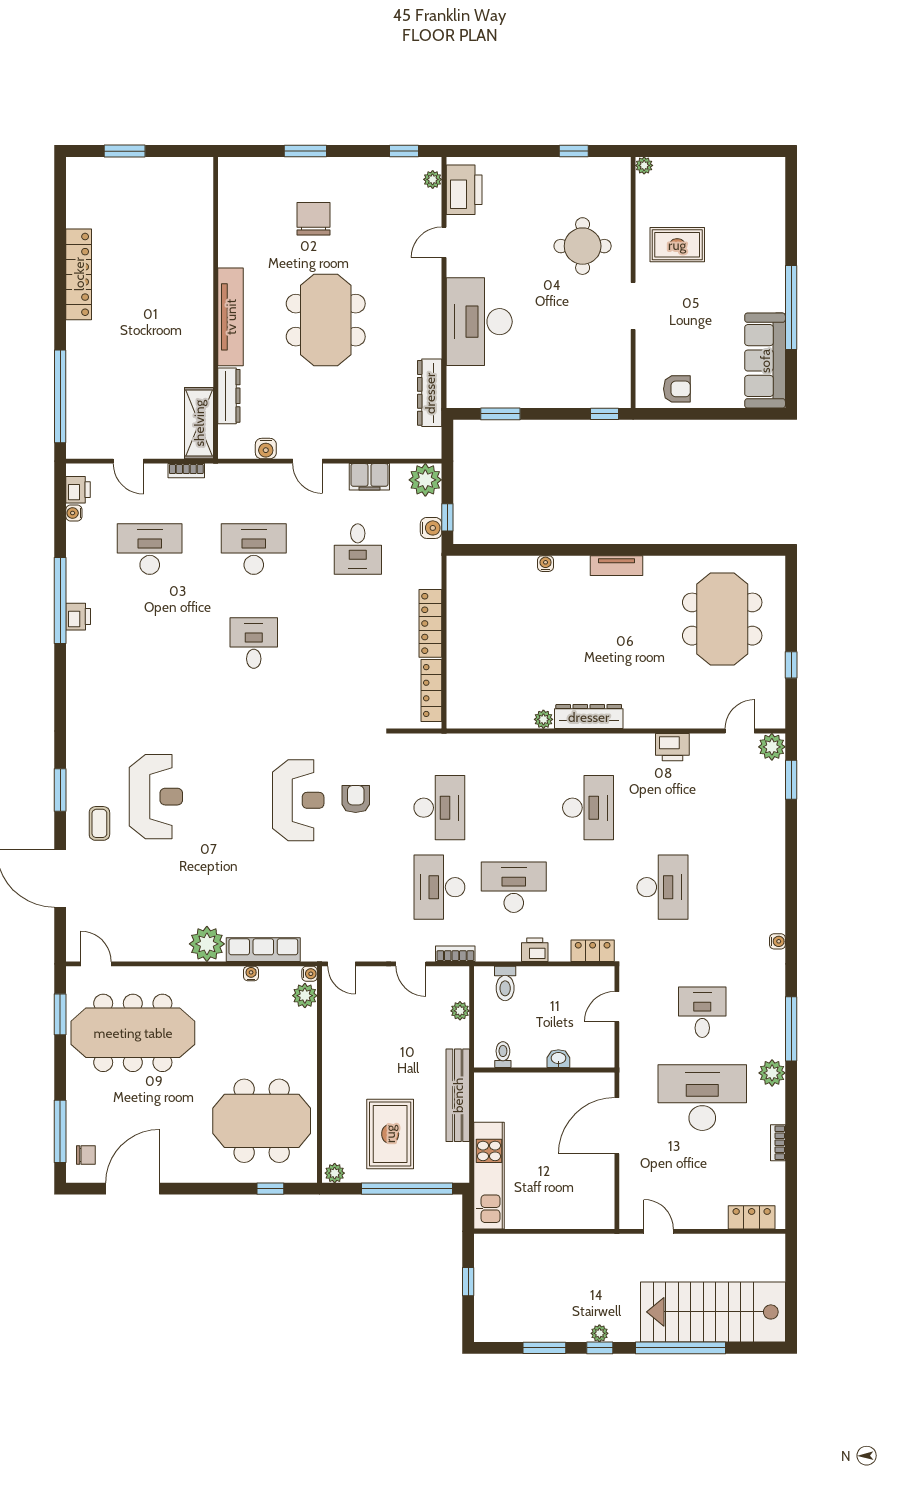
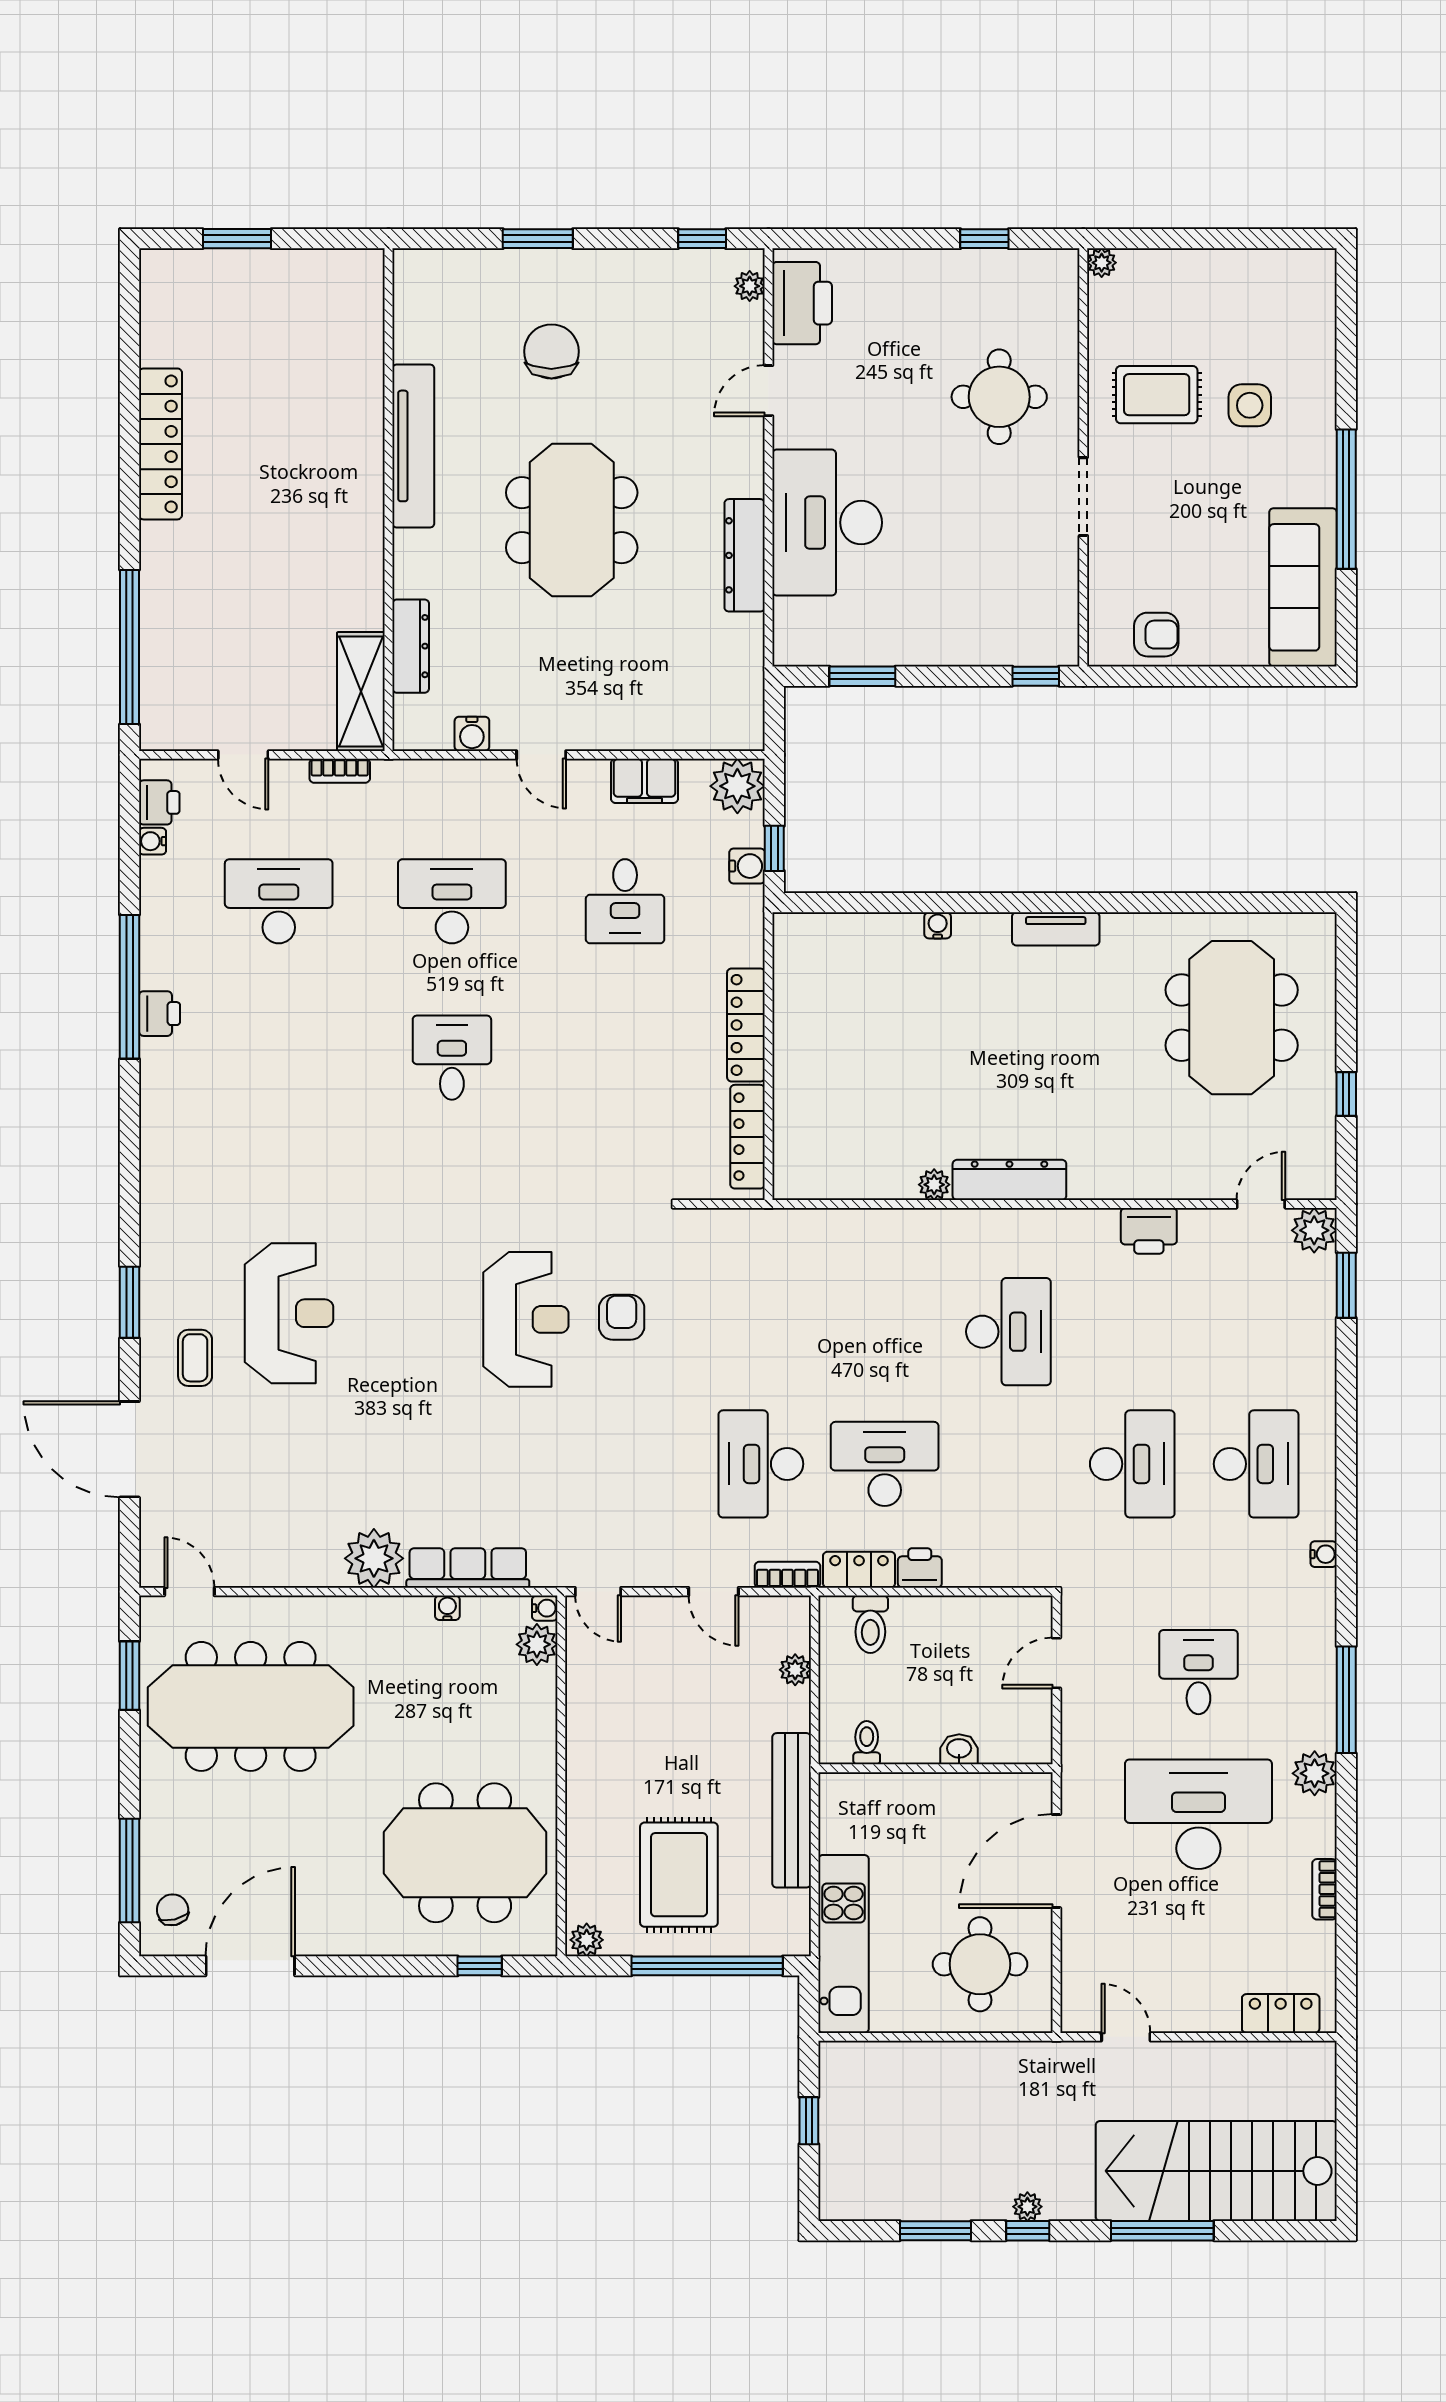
side table: (733, 251) -> (1250, 405), added
tv unit: (231, 317) -> (413, 446), moved
dresser: (430, 393) -> (745, 555), moved
desk: (439, 808) -> (1256, 1464), moved
locker: (593, 951) -> (859, 1570), moved
chair: (86, 1155) -> (173, 1910), turned -104
round table: (571, 1188) -> (980, 1964), added
window: (681, 1348) -> (1162, 2231), width x0.68

